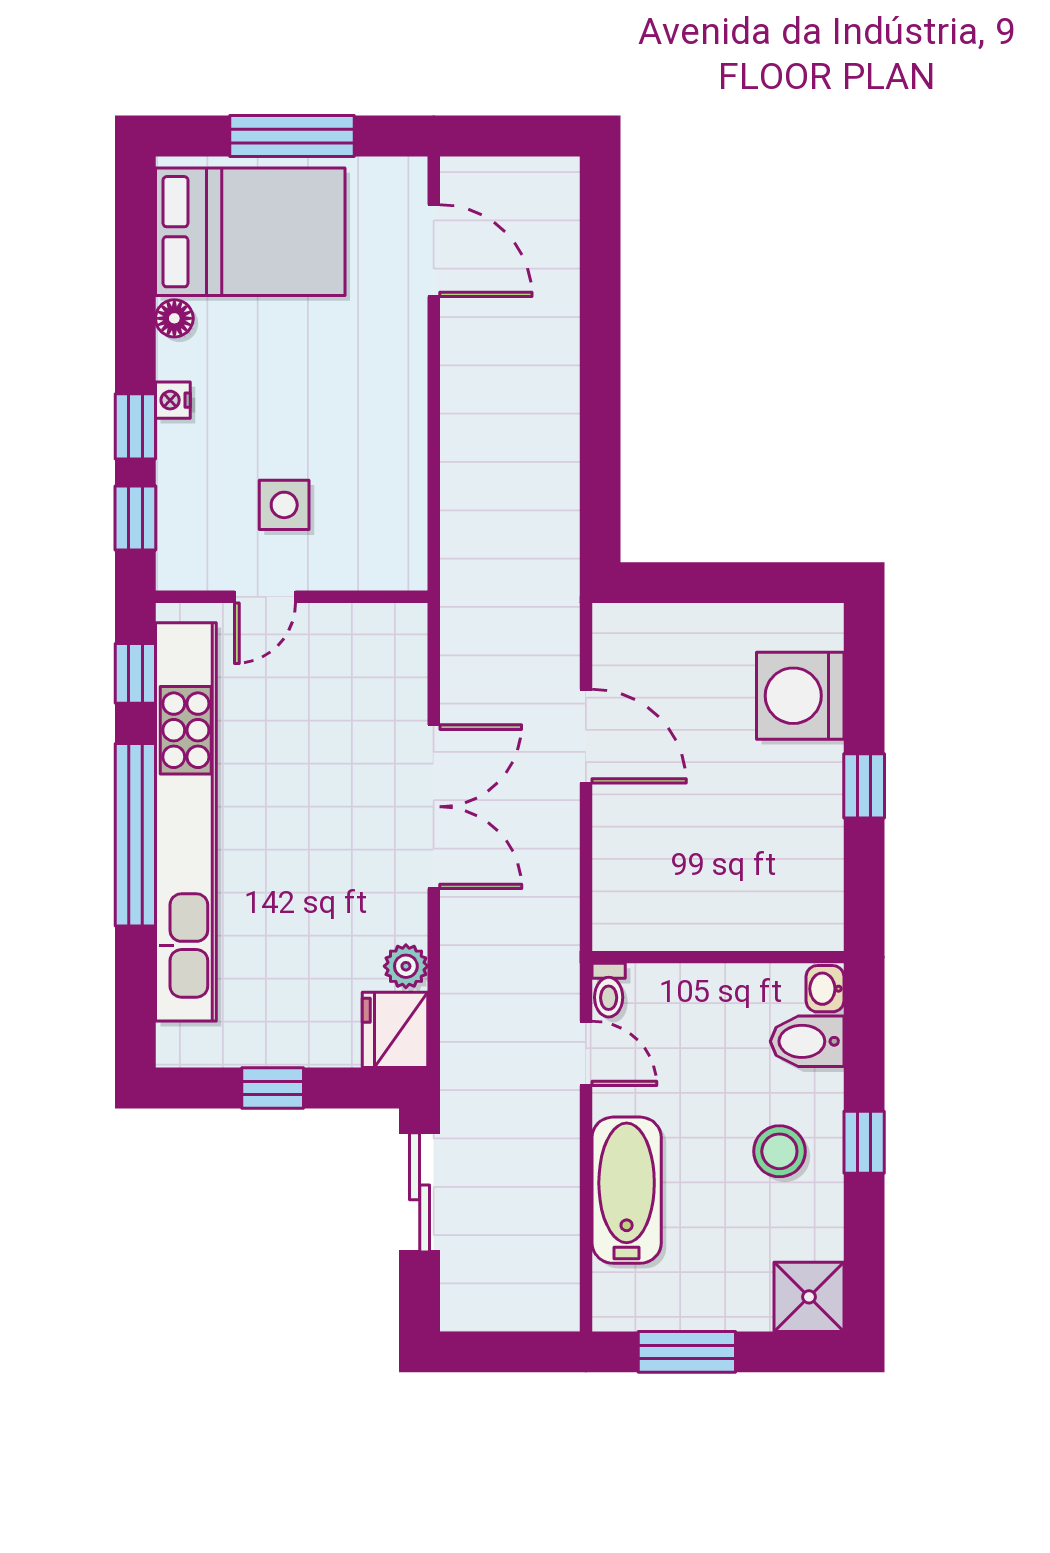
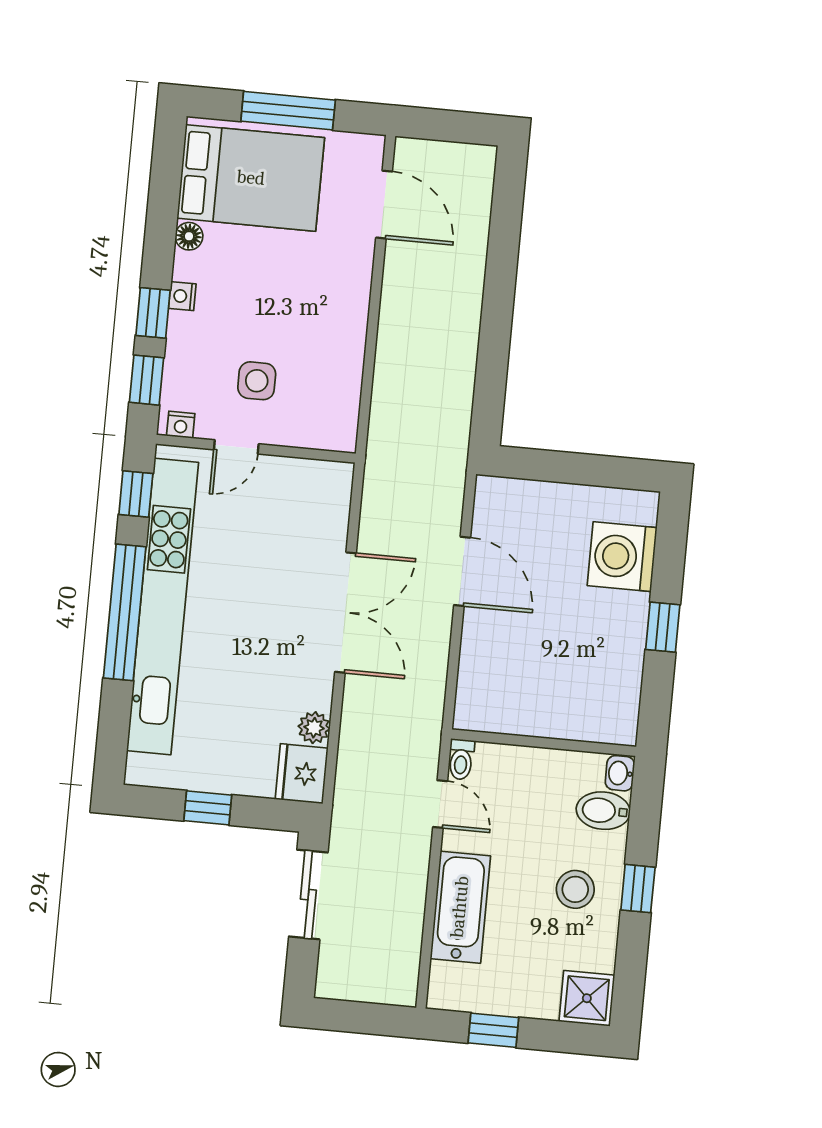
nightstand: (187, 574) -> (181, 425), added
window: (687, 1352) -> (493, 1030), width x0.67

